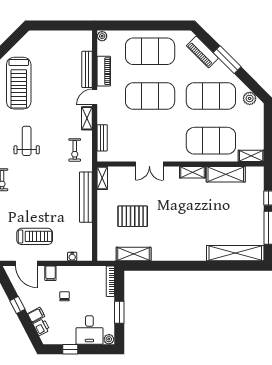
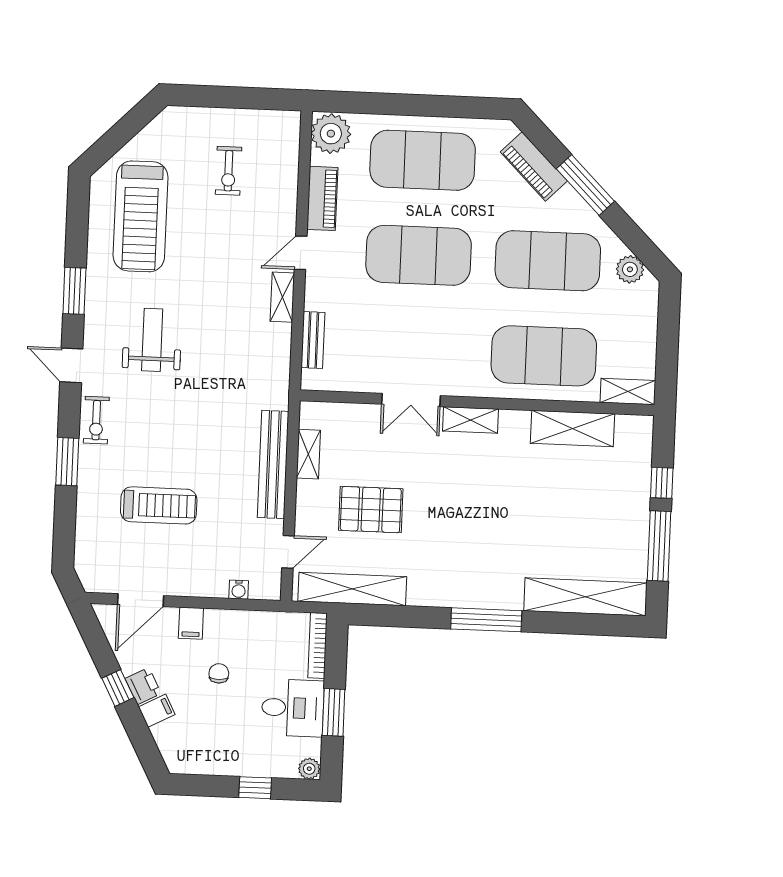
plant: (102, 36) -> (331, 134), width x1.88, depth x1.88
bench: (87, 69) -> (287, 193), removed
exercise bike: (75, 150) -> (229, 171), moved
shelving: (192, 172) -> (471, 420), moved
shelving: (102, 178) -> (308, 454), moved
treadmill: (35, 236) -> (159, 505), moved
door: (95, 238) -> (288, 552), added
shelving: (134, 254) -> (352, 589), width x1.47
door: (26, 263) -> (141, 600), hinge flipped
window: (189, 266) -> (486, 620), added
printer: (41, 327) -> (143, 686), moved
desk: (89, 330) -> (293, 708), moved, turned -90
window: (70, 349) -> (255, 788), moved

